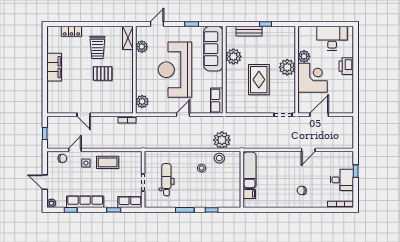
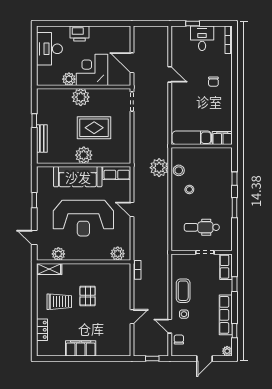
sofa: (213, 49) -> (78, 177), moved
plant: (233, 56) -> (84, 155), moved
filing cabinet: (249, 194) -> (222, 138), width x2.00

